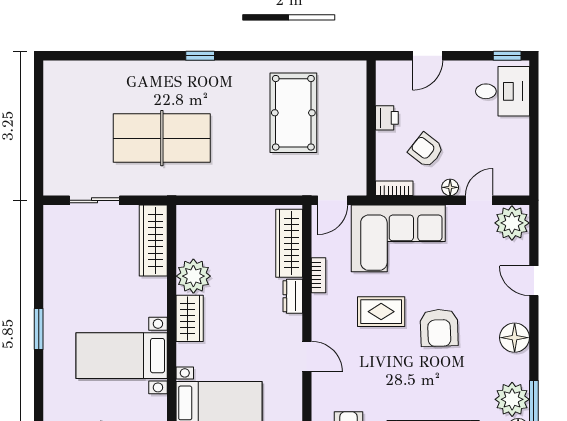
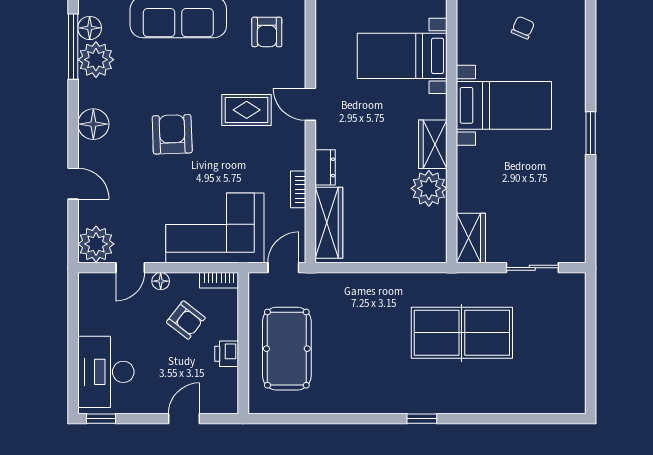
desk: (502, 91) -> (106, 372), width x1.37
pool table: (293, 113) -> (287, 349), moved
wardrobe: (153, 241) -> (471, 238), width x0.67
rug: (381, 312) -> (247, 110), moved

